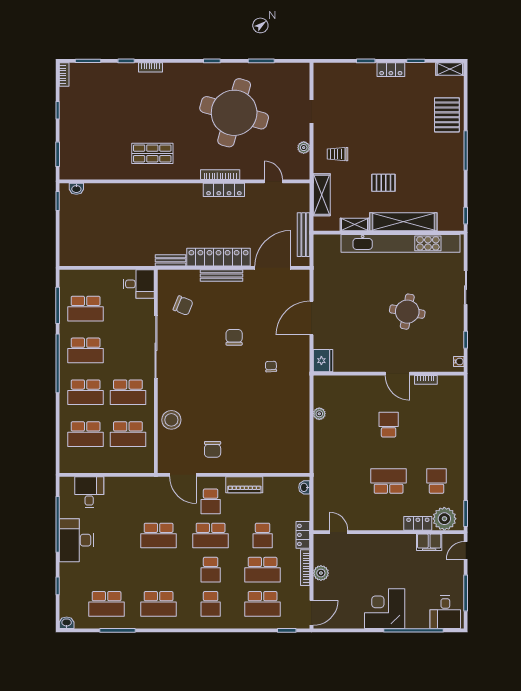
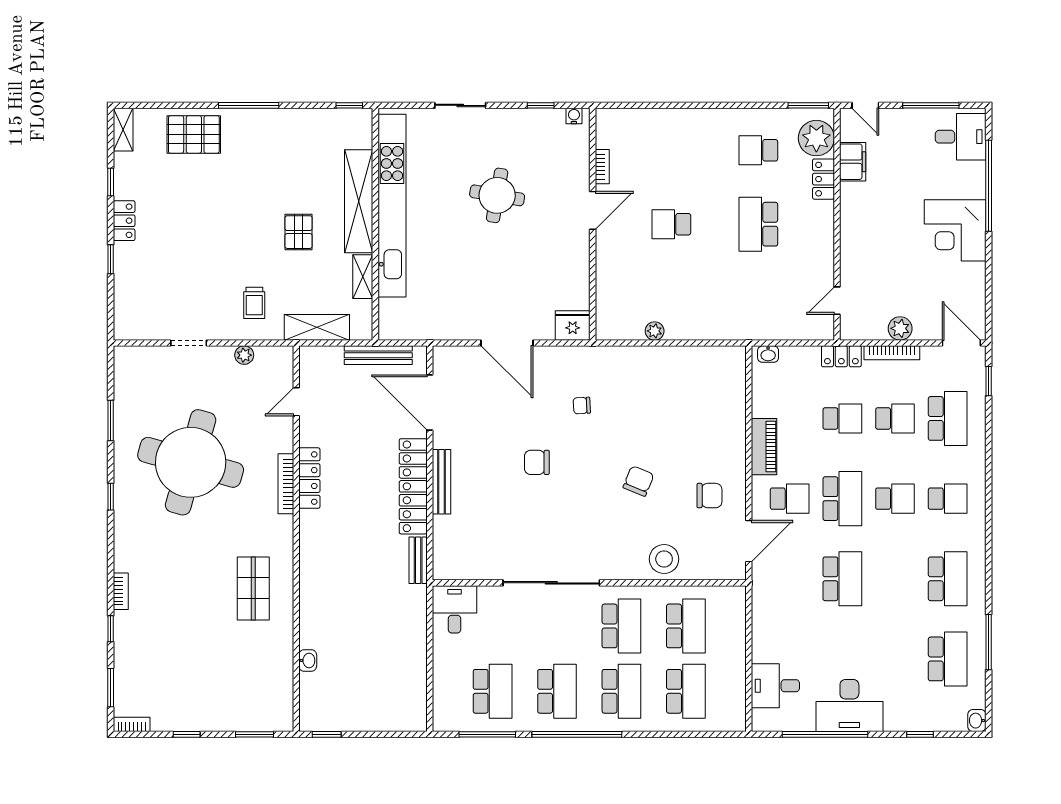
washbasin: (76, 189) -> (308, 660), moved
chair: (183, 306) -> (638, 481), moved
school desk: (263, 570) -> (895, 418), width x0.54

